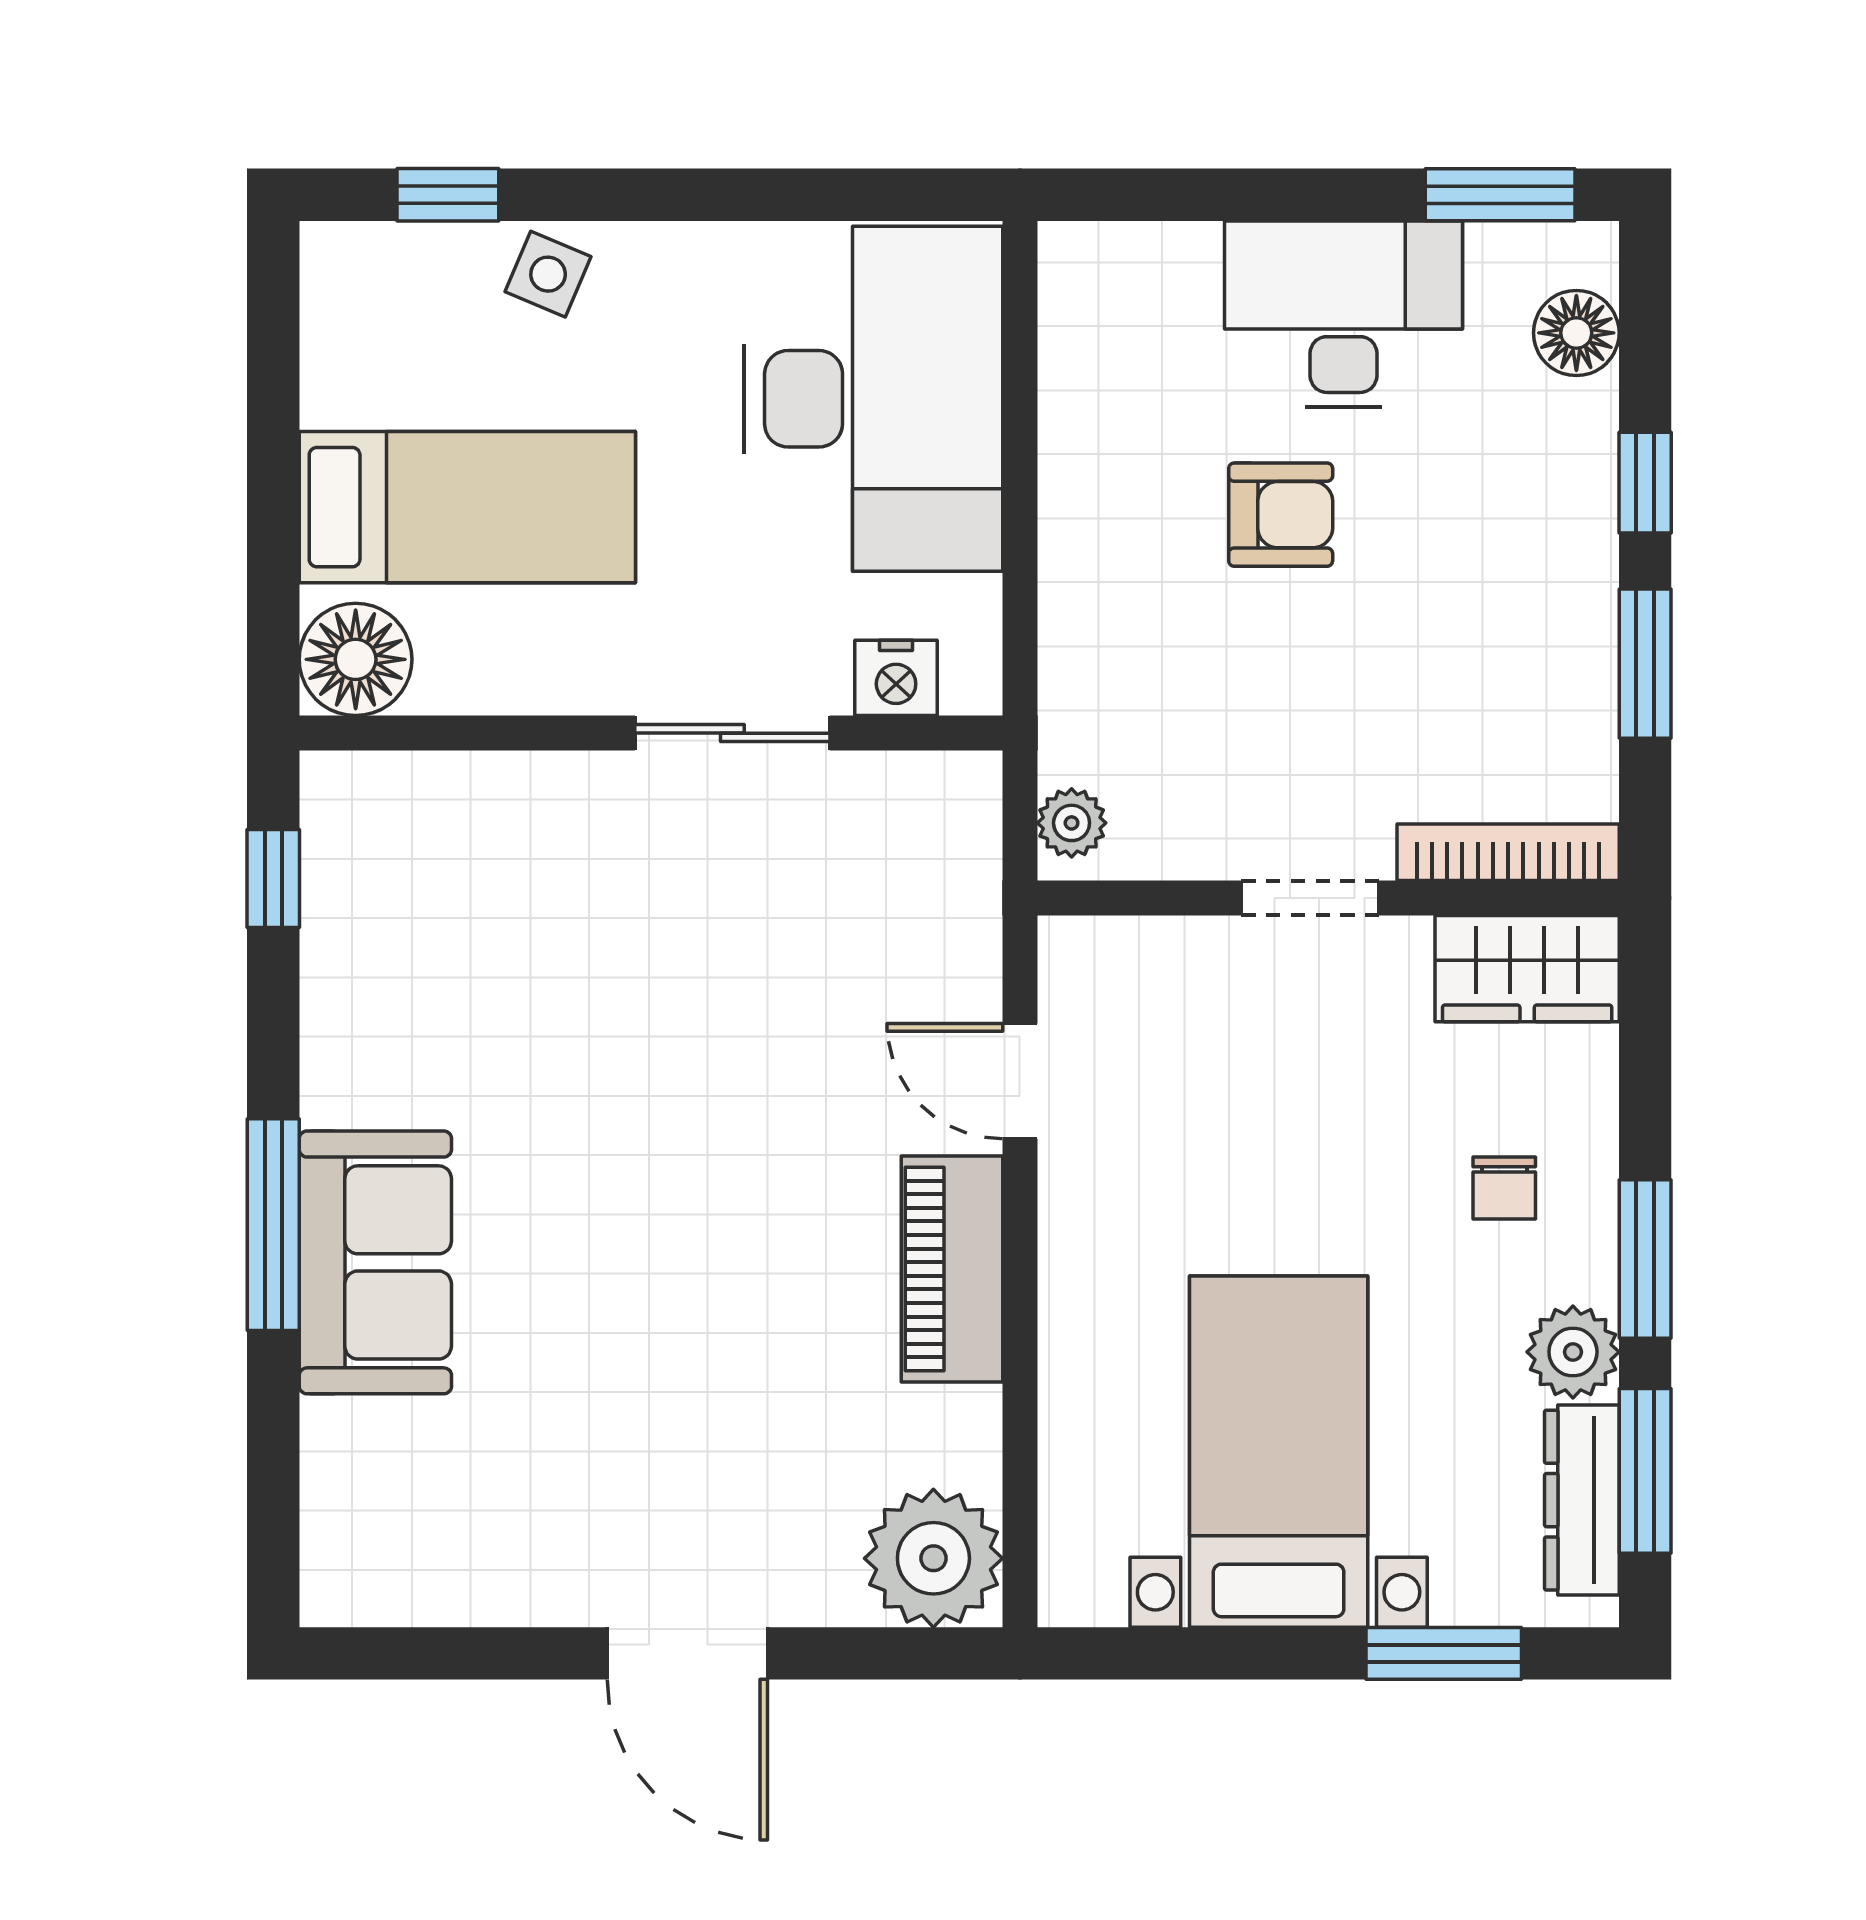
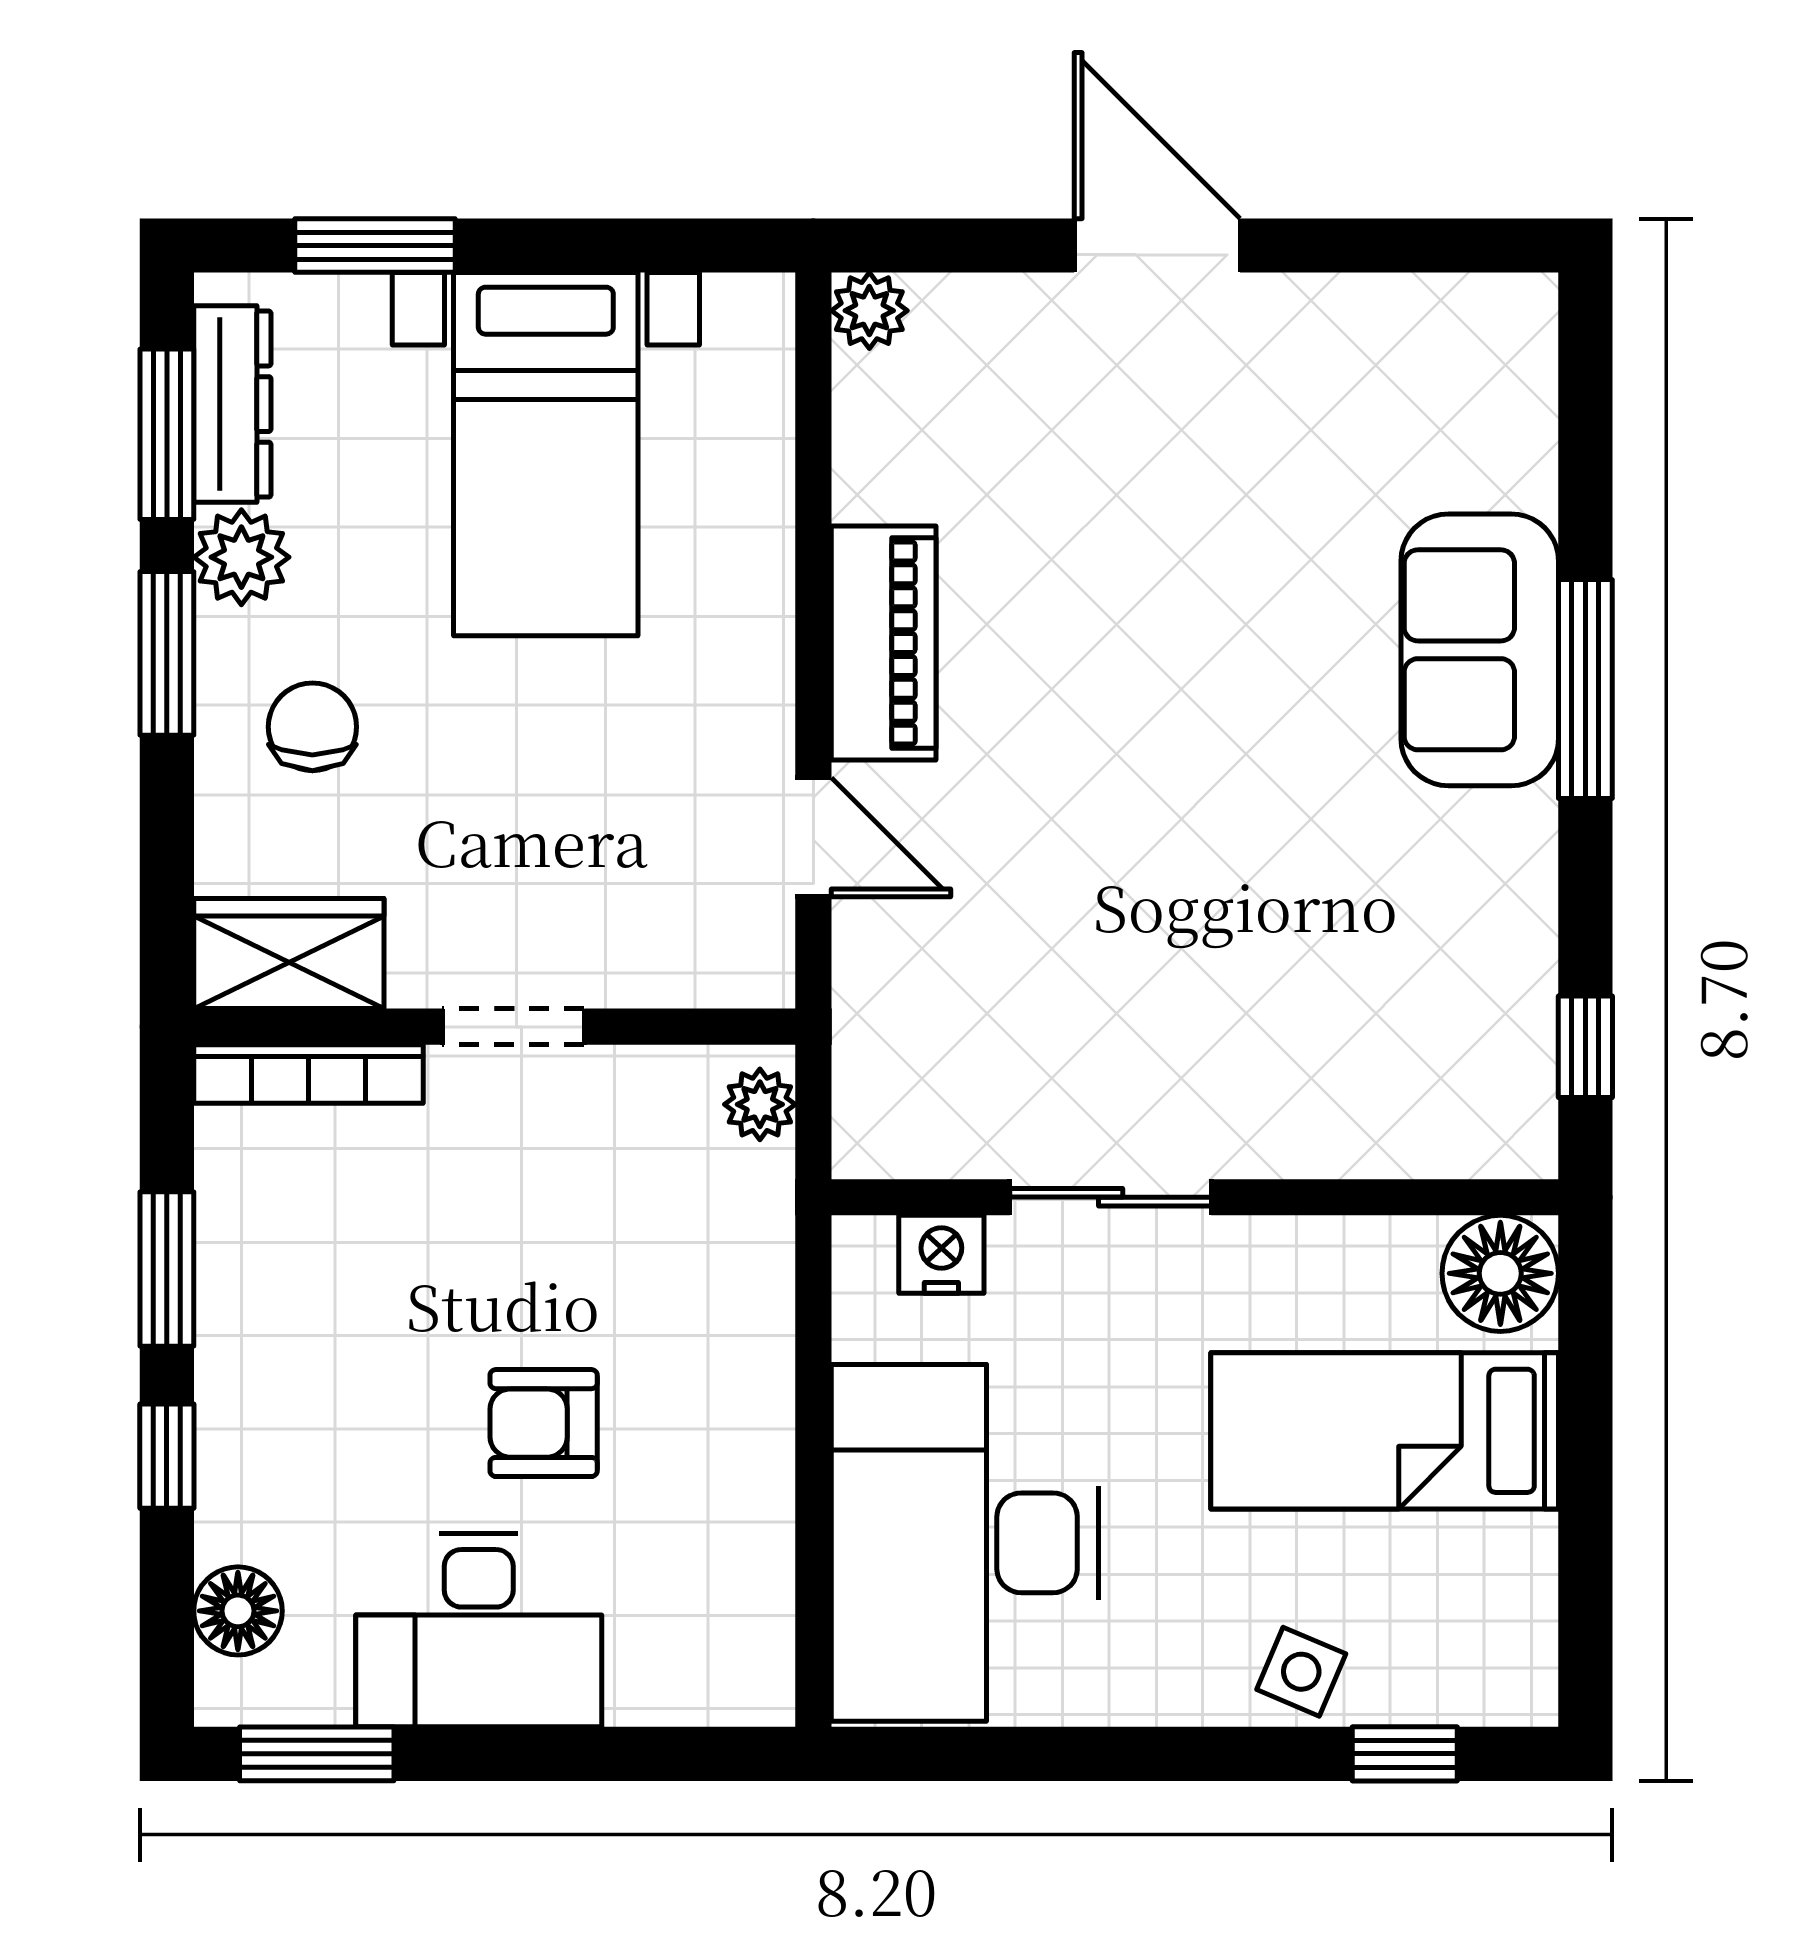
chair: (1504, 1188) -> (312, 727), width x1.37, depth x1.37
plant: (933, 1558) -> (869, 311), width x0.53, depth x0.53

